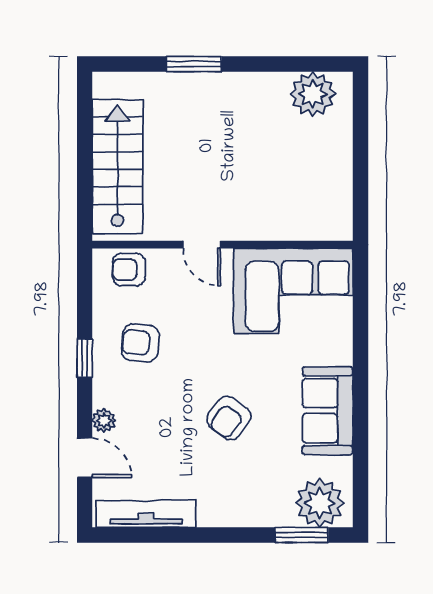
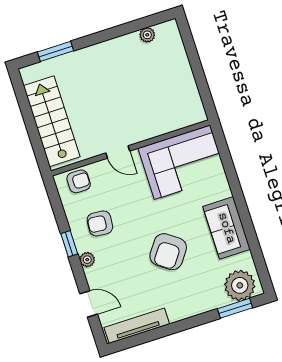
window: (194, 64) -> (56, 51), moved
plant: (313, 94) -> (147, 35), width x0.53, depth x0.53
armchair: (129, 270) -> (79, 181), turned 180
armchair: (229, 418) -> (168, 252), width x1.38, depth x1.38
plant: (104, 420) -> (87, 260), moved

